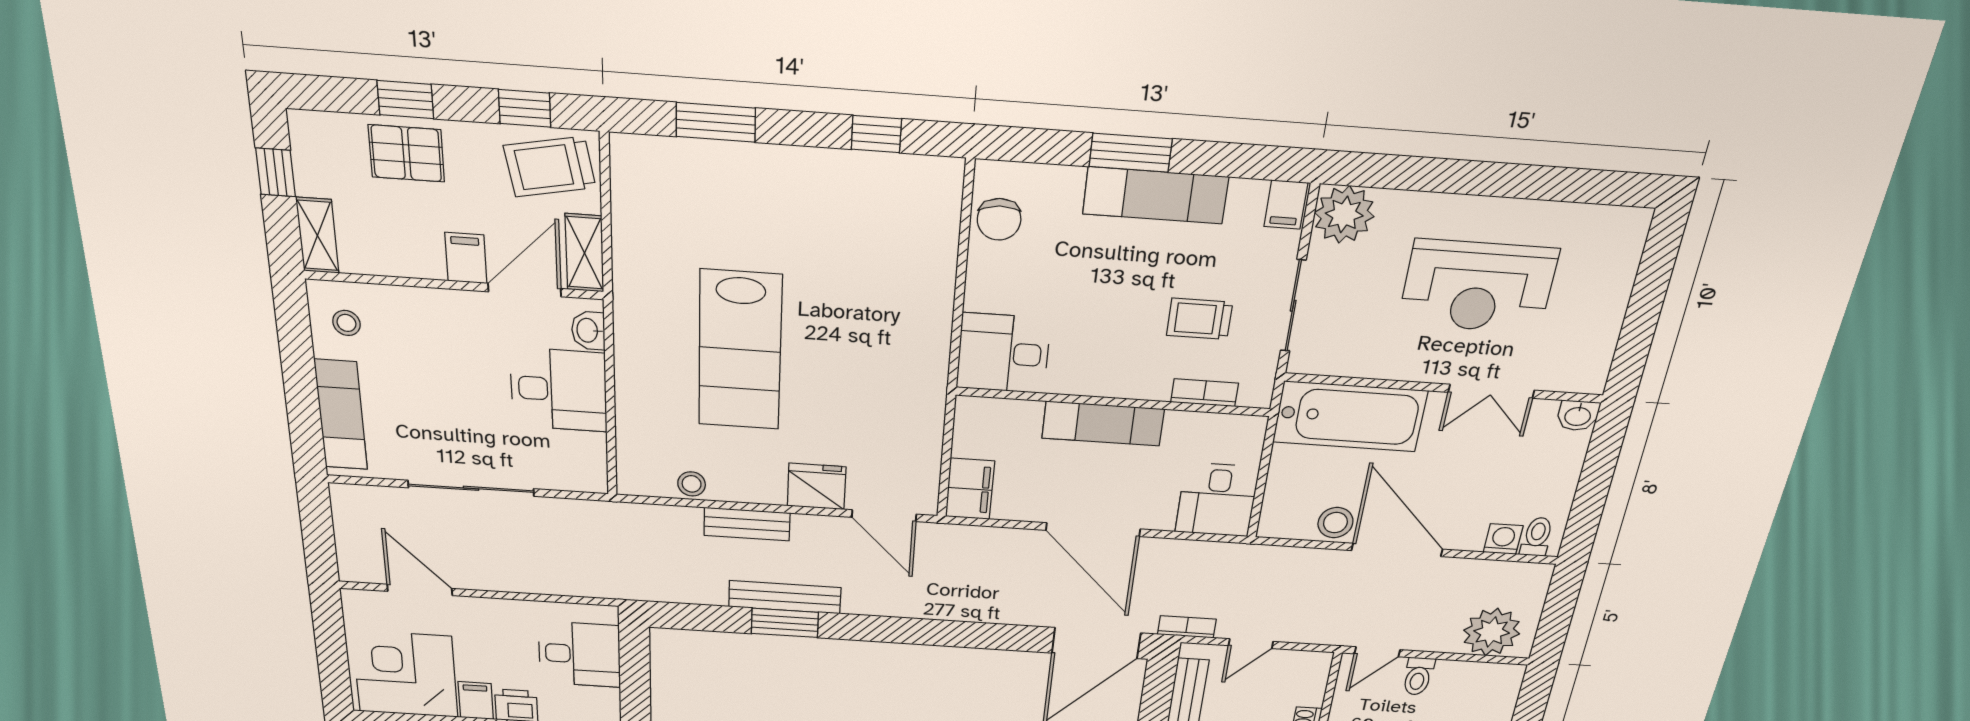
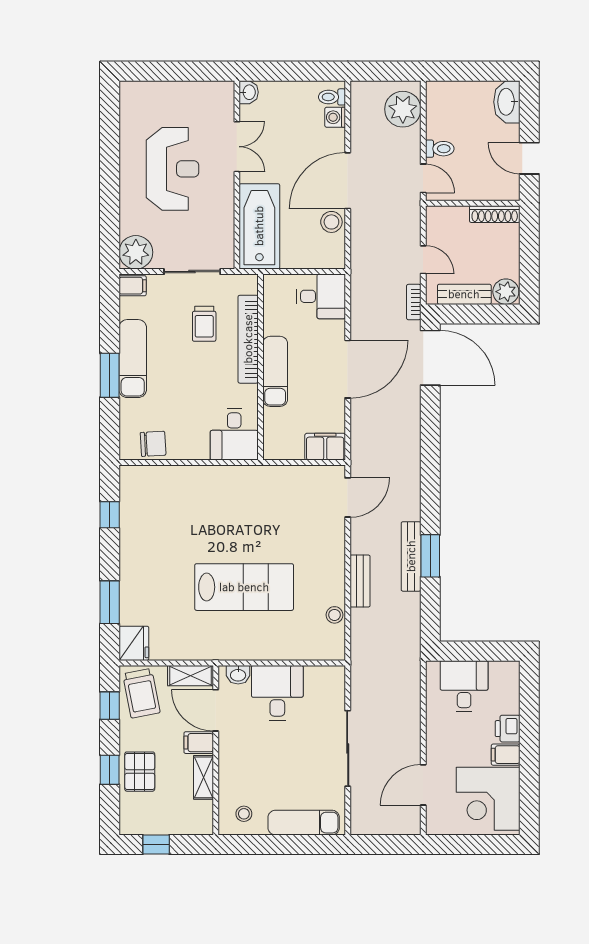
shelving: (317, 235) -> (203, 777), moved, turned 90
bookcase: (1205, 393) -> (248, 339), width x2.31, depth x1.31
fridge: (817, 486) -> (134, 643), moved, turned 180

